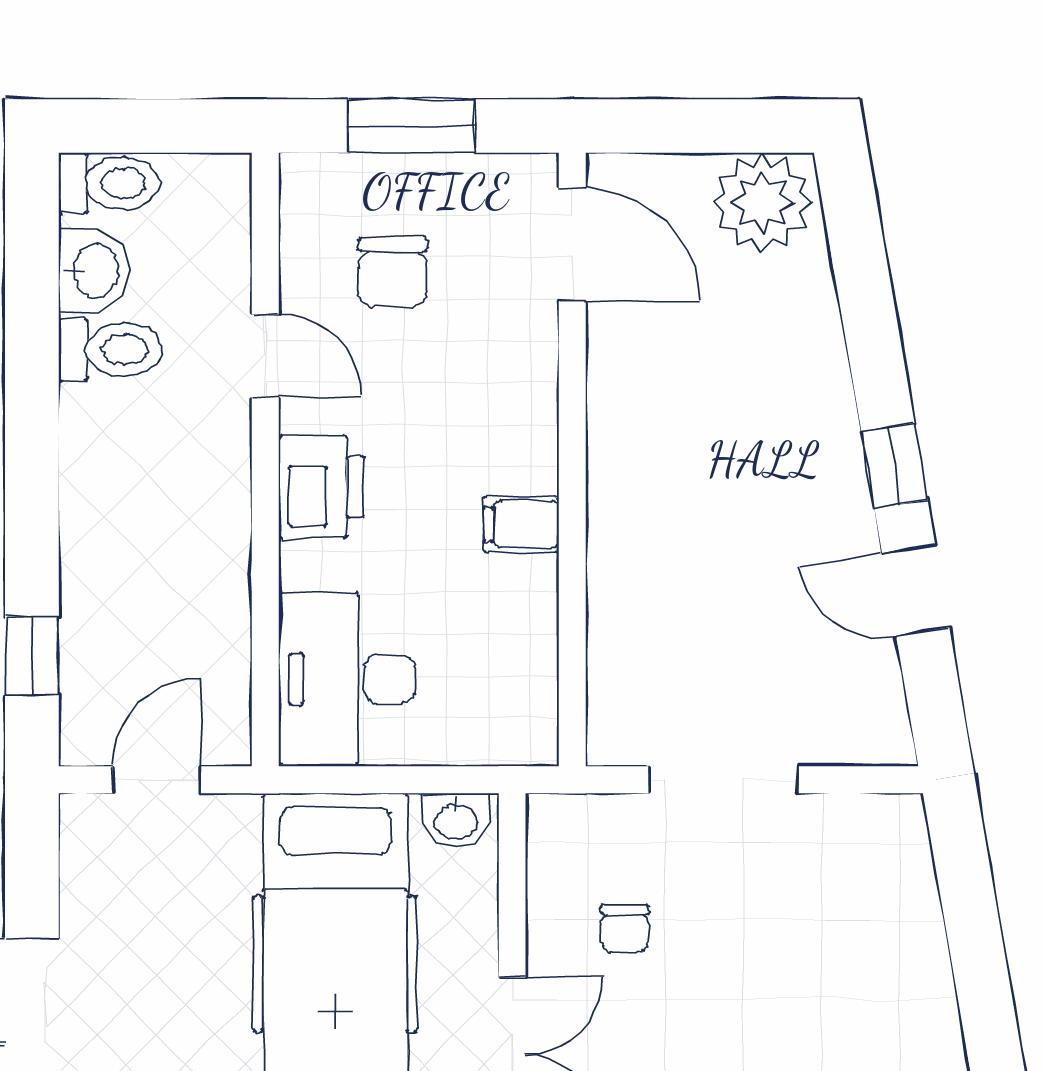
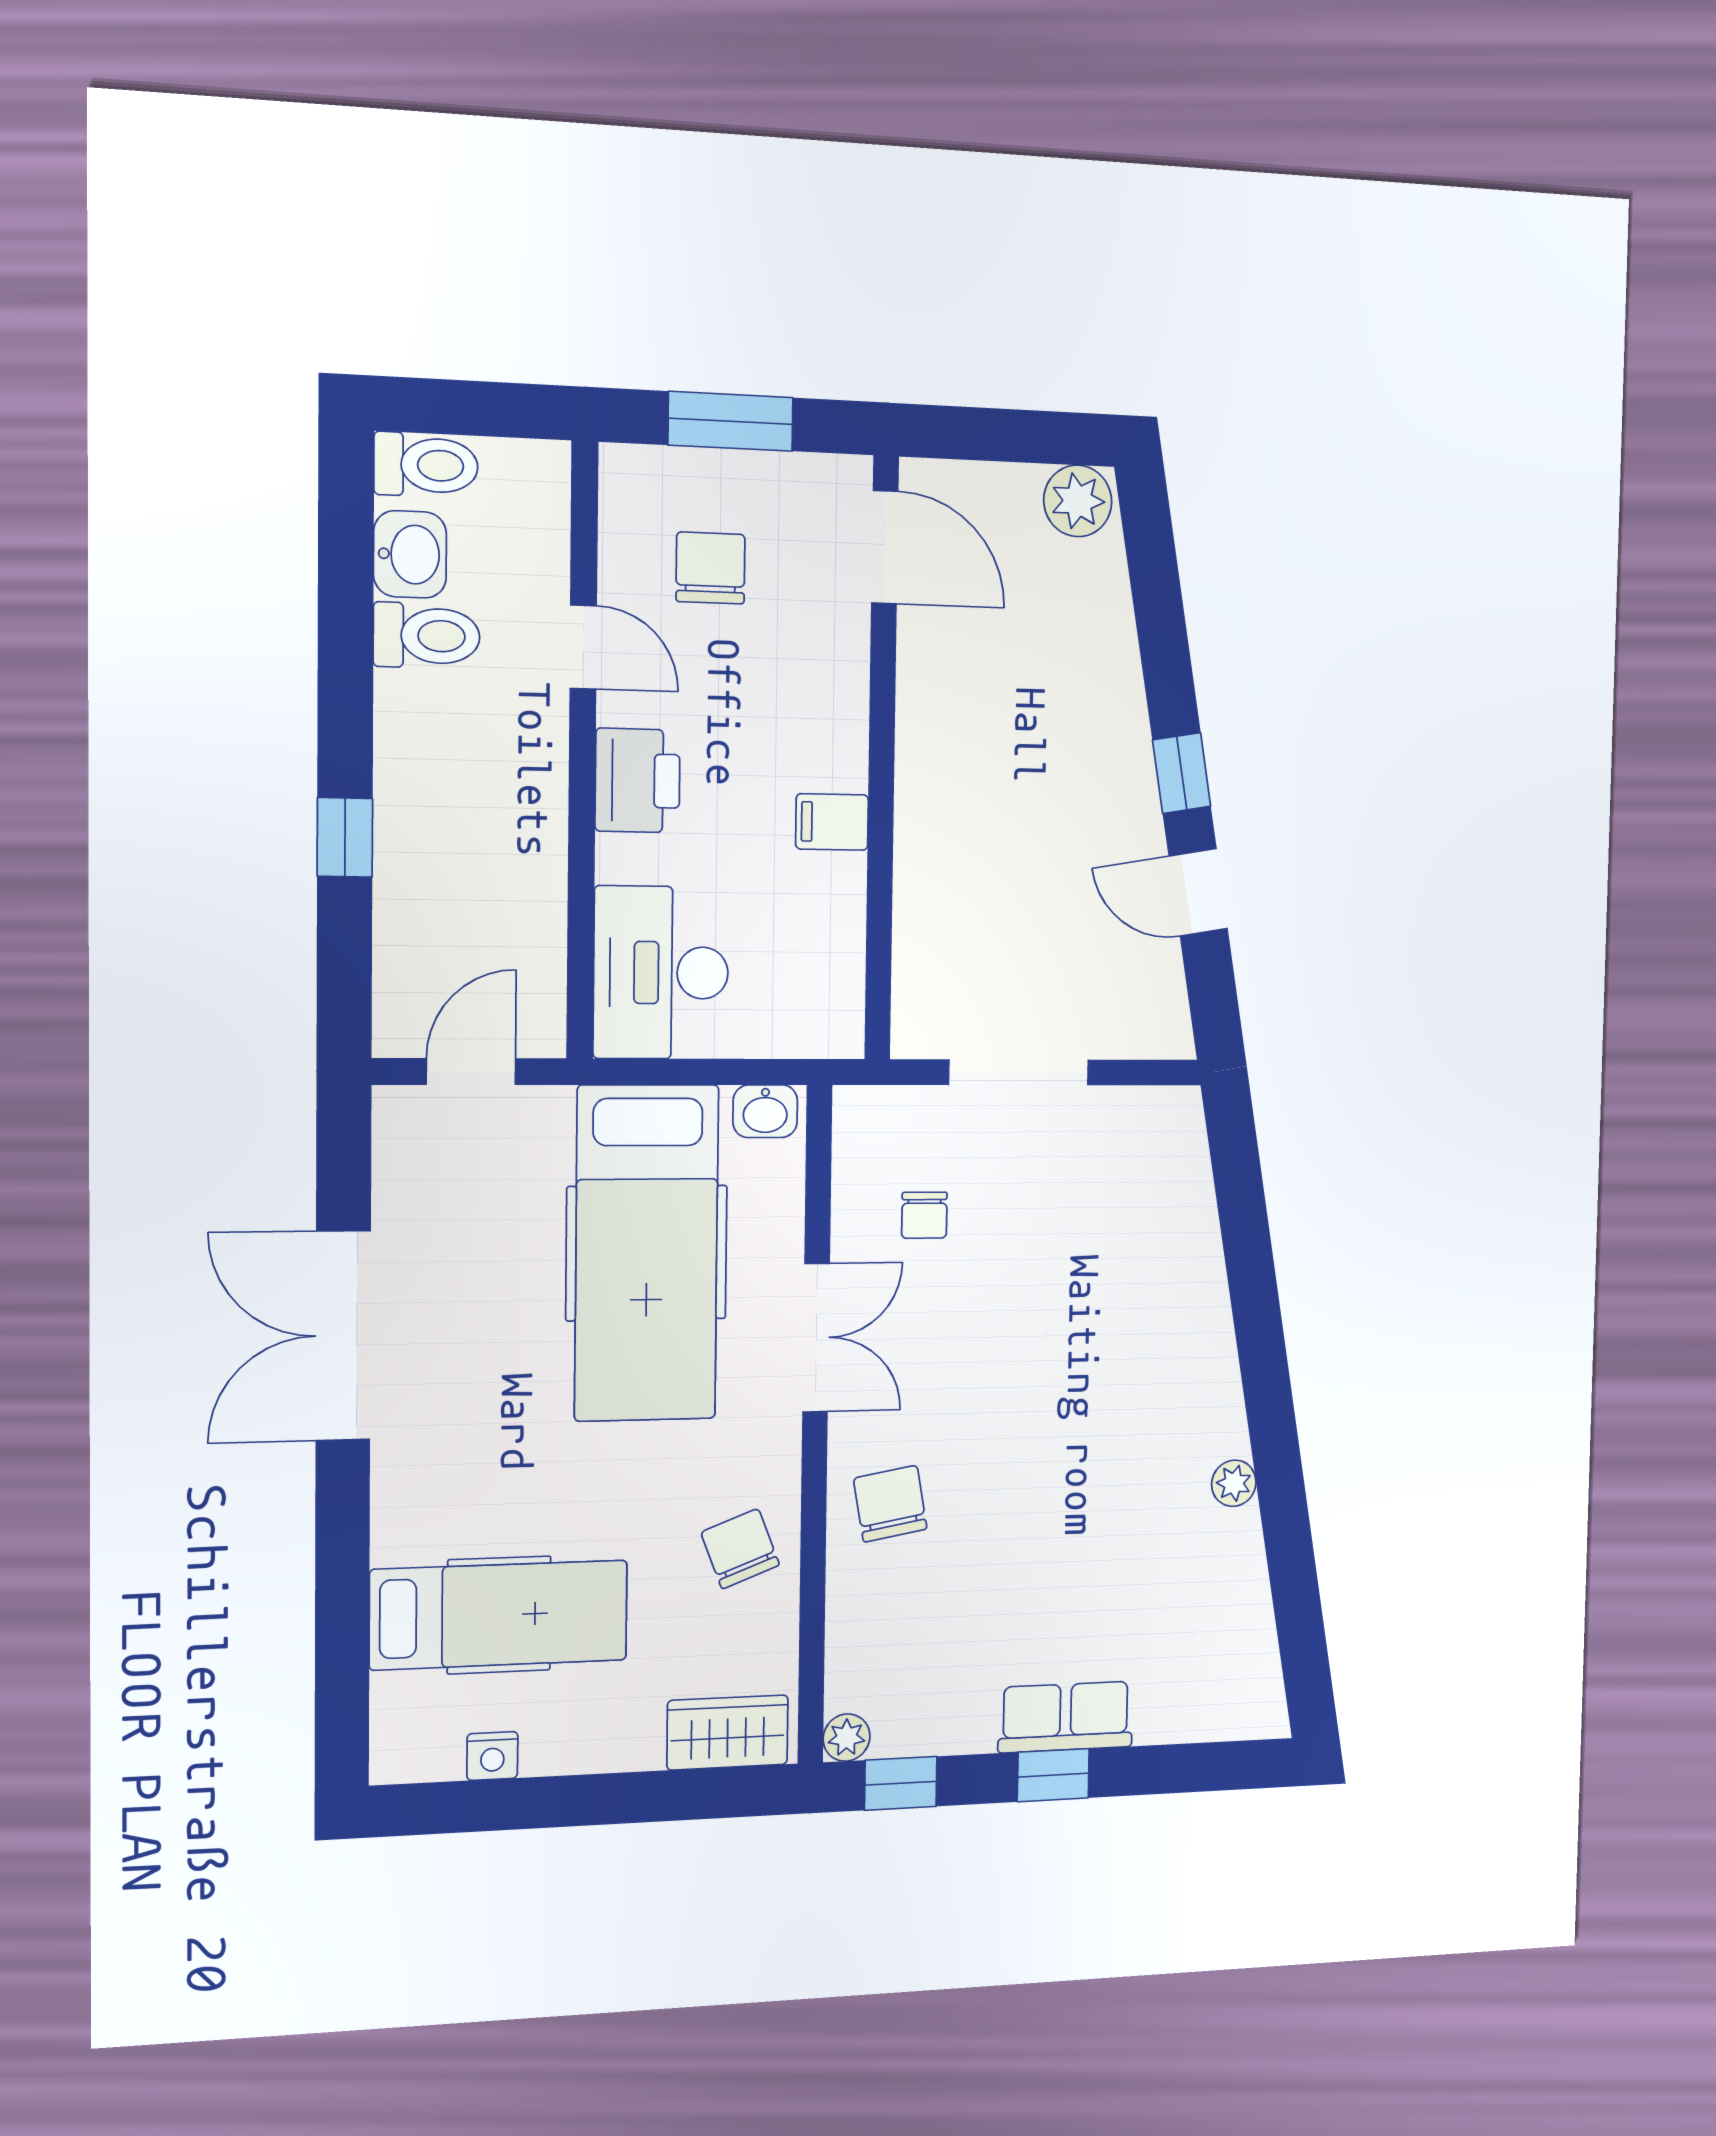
plant: (762, 202) -> (1078, 501), width x0.73, depth x0.73
chair: (393, 272) -> (710, 568), turned 180
window: (32, 656) -> (345, 837), moved

